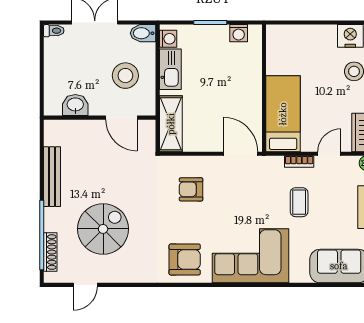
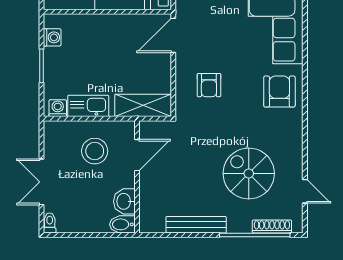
bidet: (143, 33) -> (122, 224), moved, turned 90

